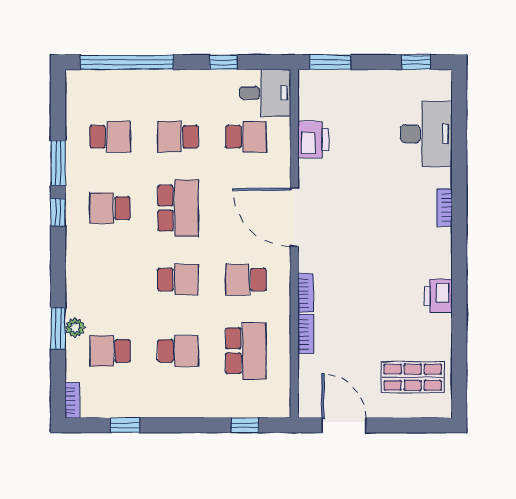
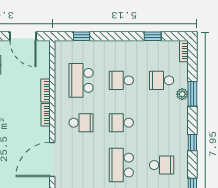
window: (58, 212) -> (192, 143), moved
door: (294, 217) -> (52, 160), swing flipped
school desk: (110, 351) -> (162, 80), turned 180

